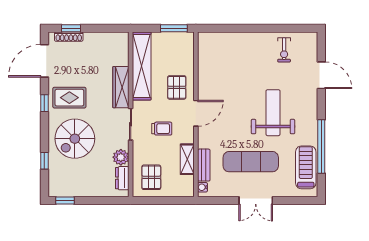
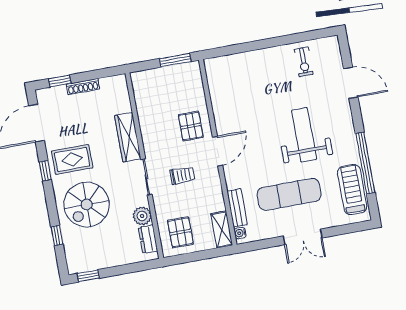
shoe rack: (69, 37) -> (83, 87), moved
shelving: (142, 66) -> (147, 109), removed
shelving: (187, 159) -> (222, 230), moved

